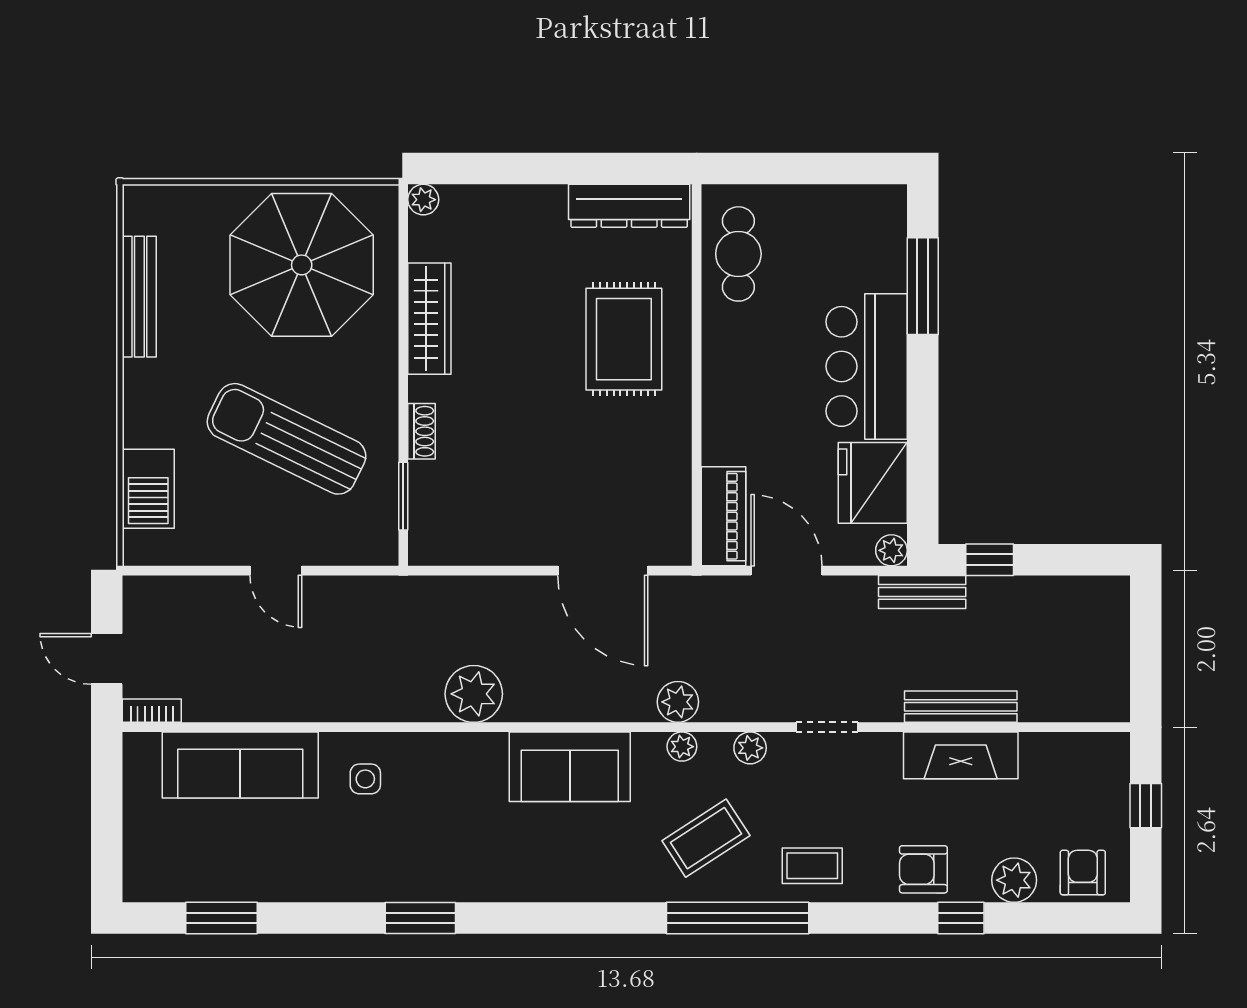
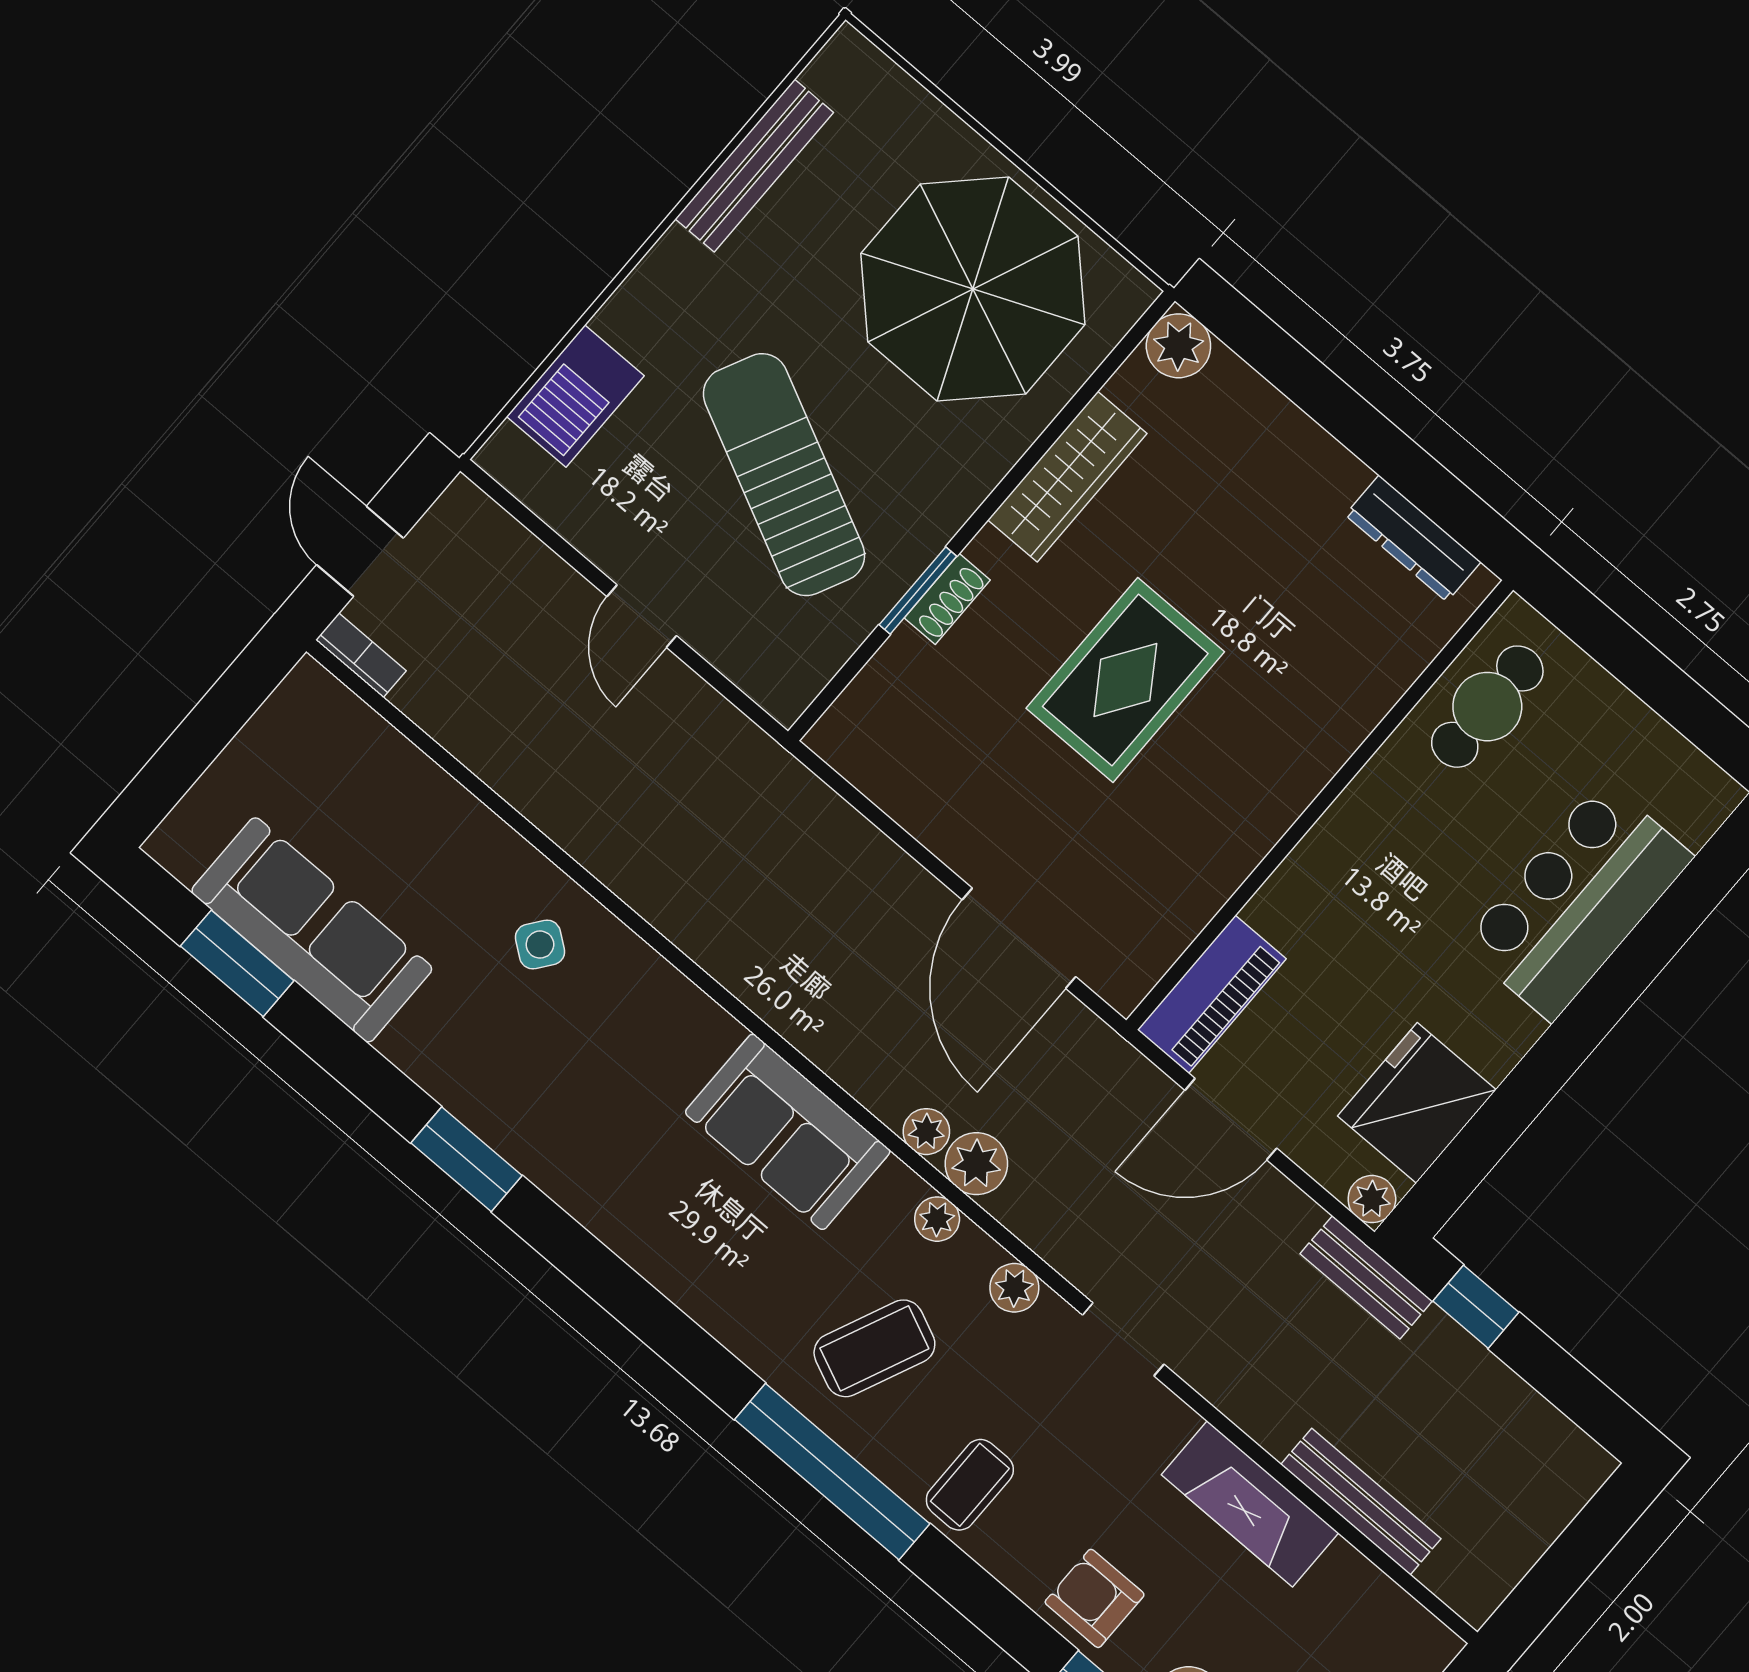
plant: (423, 200) -> (1178, 346), width x1.38, depth x1.38
dresser: (629, 206) -> (1413, 538), width x0.73, depth x0.80
window: (923, 286) -> (1668, 925), removed
rug: (624, 339) -> (1125, 680), moved
bar counter: (867, 366) -> (1577, 901), moved
window: (403, 496) -> (918, 591), moved
door: (787, 571) -> (1231, 1119), swing flipped
plant: (474, 694) -> (926, 1132), moved, width x0.53, depth x0.53
bench: (961, 707) -> (1361, 1502), moved
sofa: (240, 765) -> (312, 930), moved, turned 180
side table: (365, 779) -> (540, 945), turned 37
coffee table: (706, 838) -> (874, 1348), turned -33
coffee table: (812, 866) -> (970, 1485), turned 90

